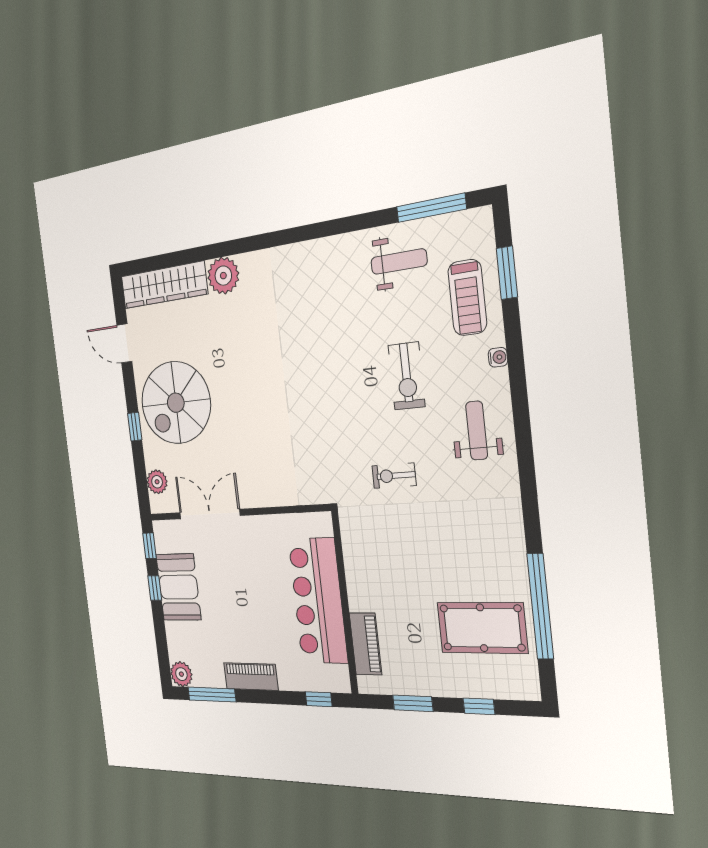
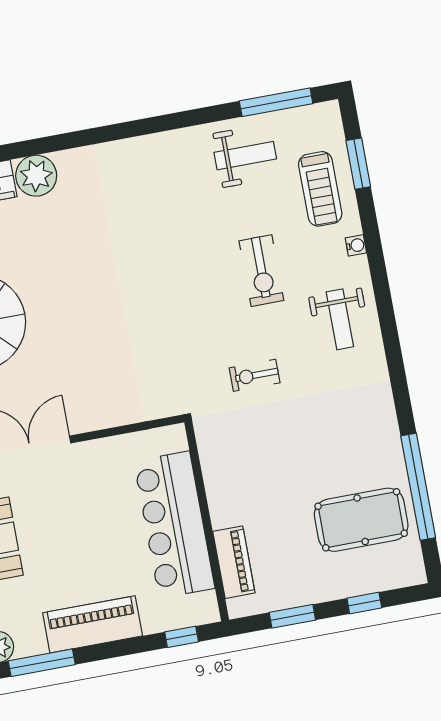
weight bench: (477, 431) -> (340, 319), turned 180
piano: (251, 676) -> (93, 624), width x1.37, depth x1.33

